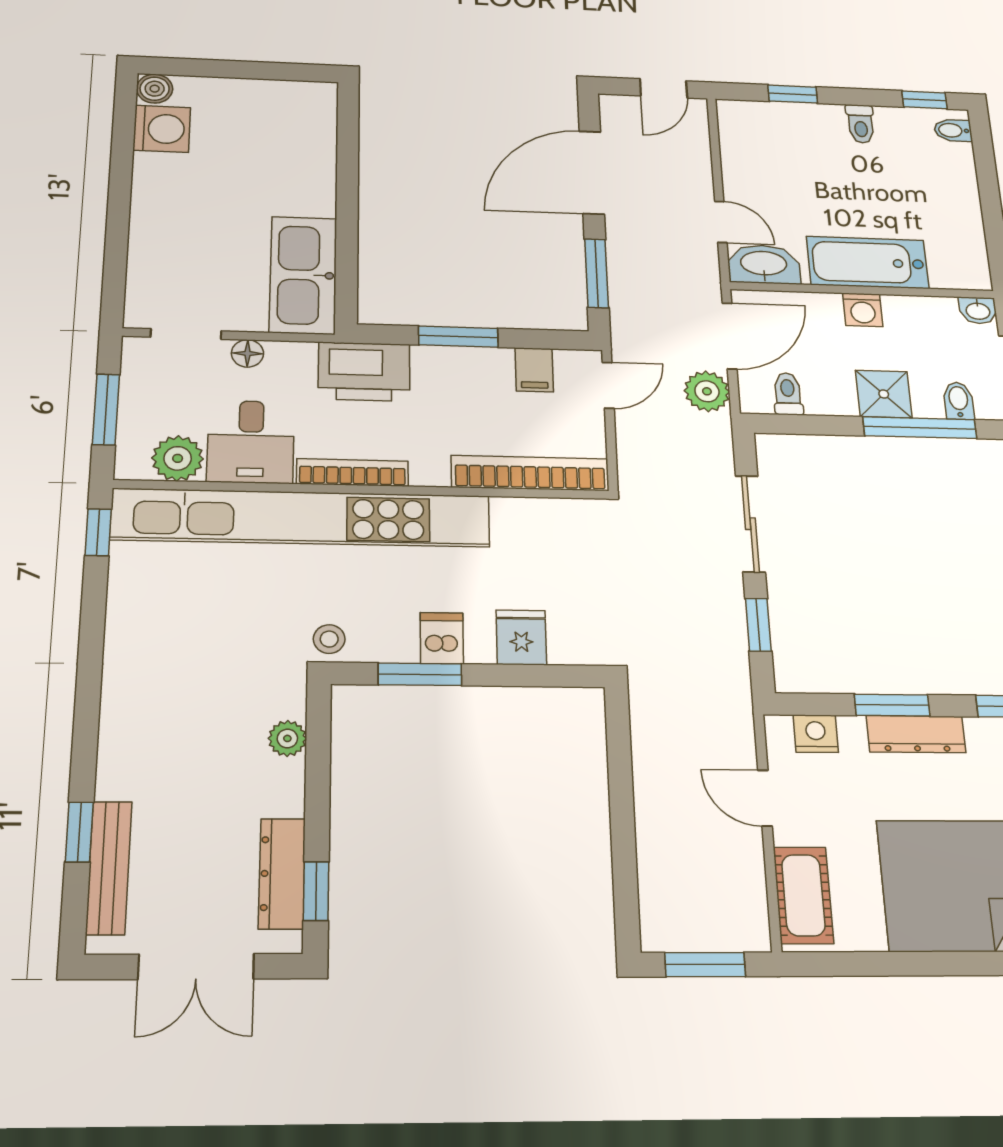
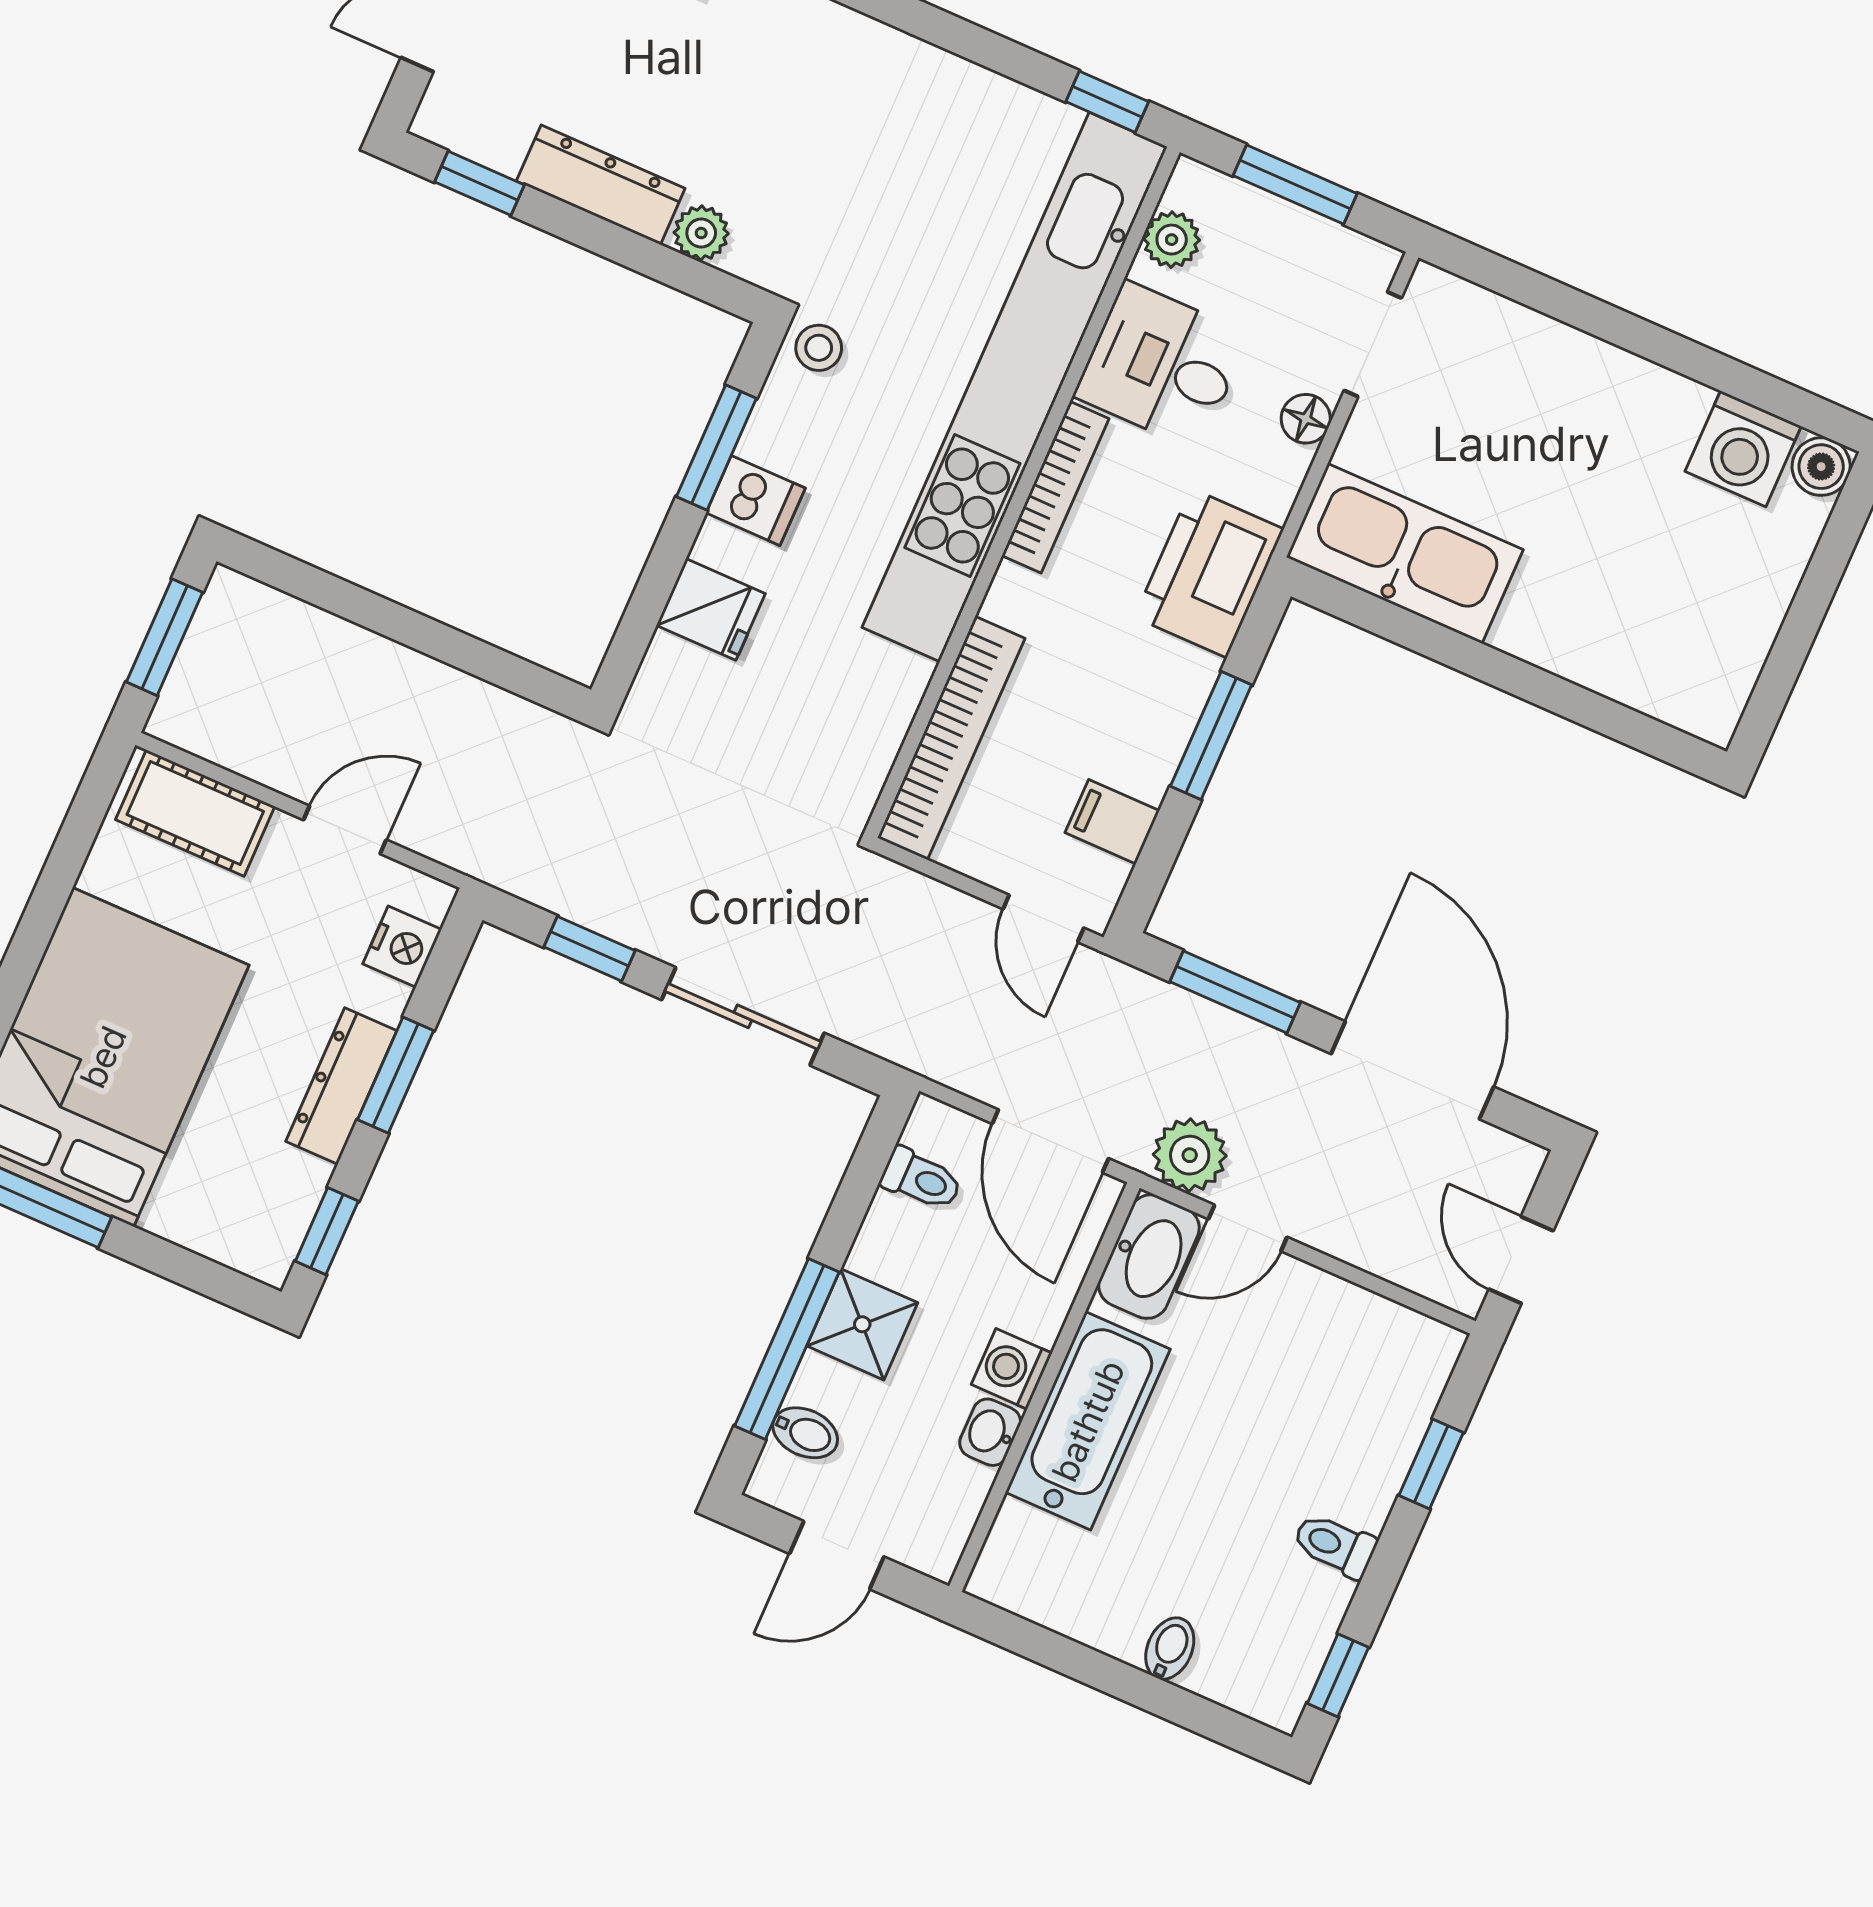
bidet: (953, 130) -> (1170, 1649), moved
washbasin: (978, 310) -> (990, 1432), moved
plant: (707, 391) -> (1190, 1155), moved
plant: (178, 458) -> (1172, 240), width x0.73, depth x0.73
dresser: (282, 873) -> (601, 185), moved

